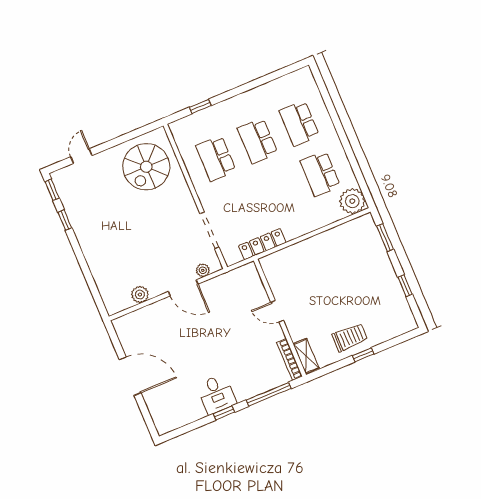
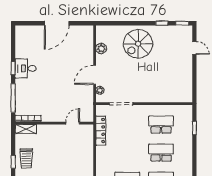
spiral stairs: (146, 167) -> (138, 44), moved, turned -90
door: (277, 311) -> (73, 123), moved

